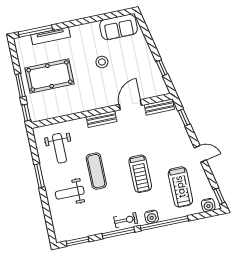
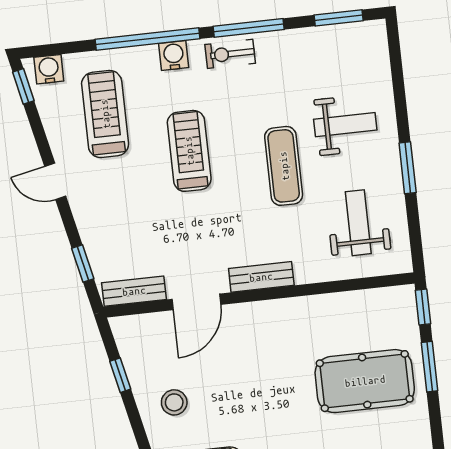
stool: (102, 62) -> (174, 402), moved

